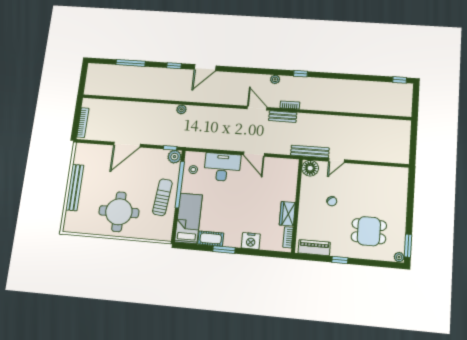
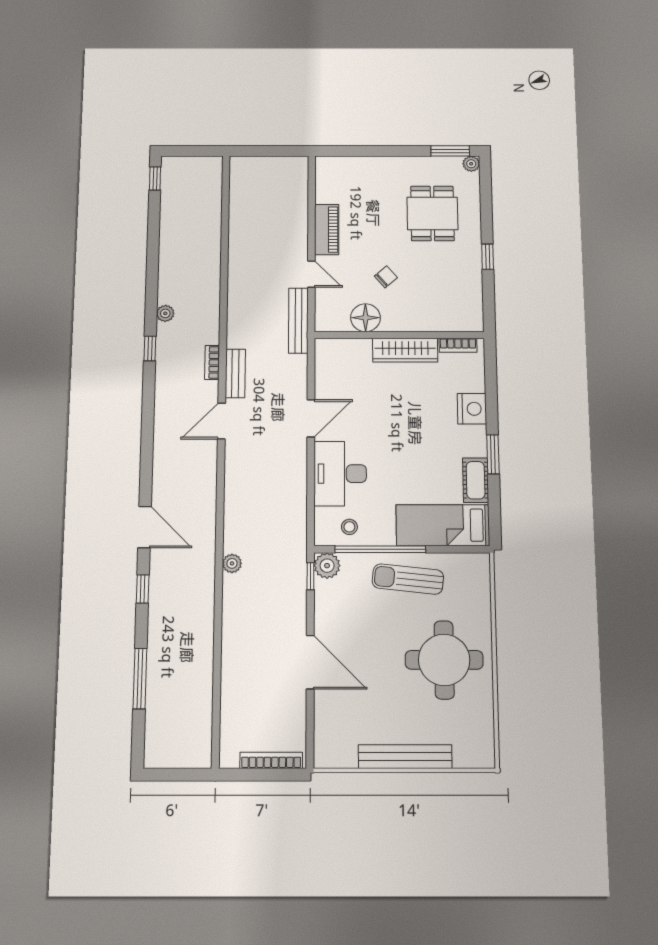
plant: (275, 79) -> (165, 313), moved
floor lamp: (310, 168) -> (366, 318), moved
wardrobe: (287, 214) -> (405, 350), width x1.50
piano: (314, 248) -> (327, 230), moved, turned 180

